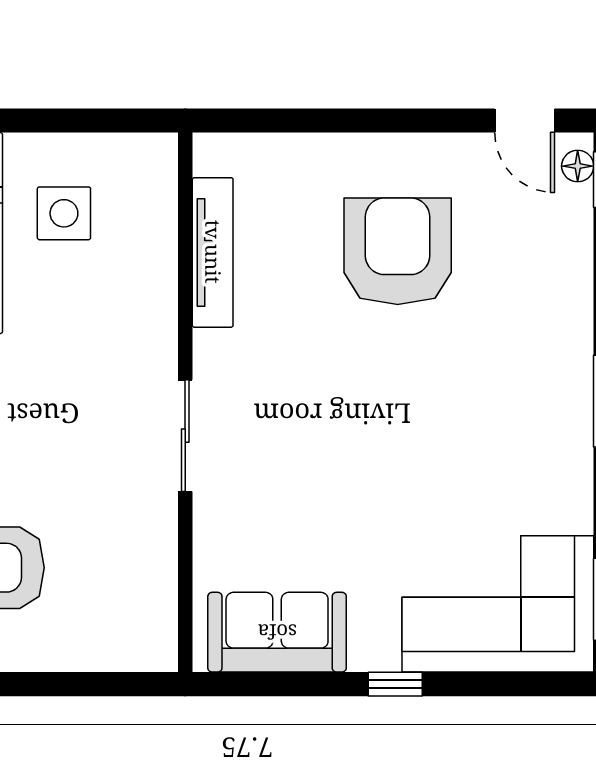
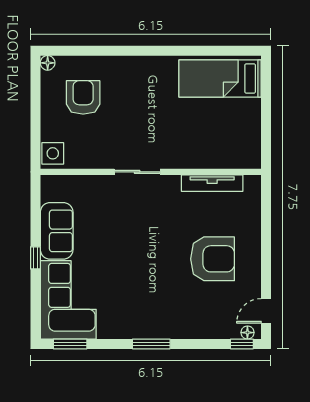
side table: (64, 213) -> (53, 153), moved
sofa: (277, 632) -> (57, 231), moved

